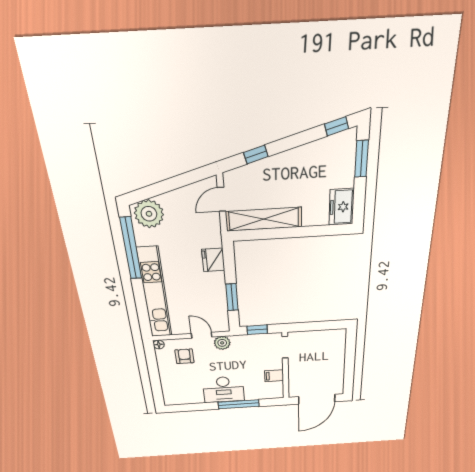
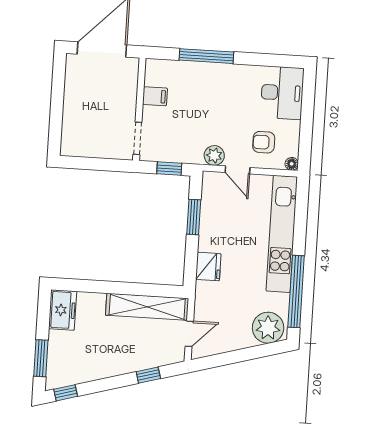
armchair: (184, 356) -> (264, 142), turned 90
desk: (224, 390) -> (282, 93), moved, turned 90

